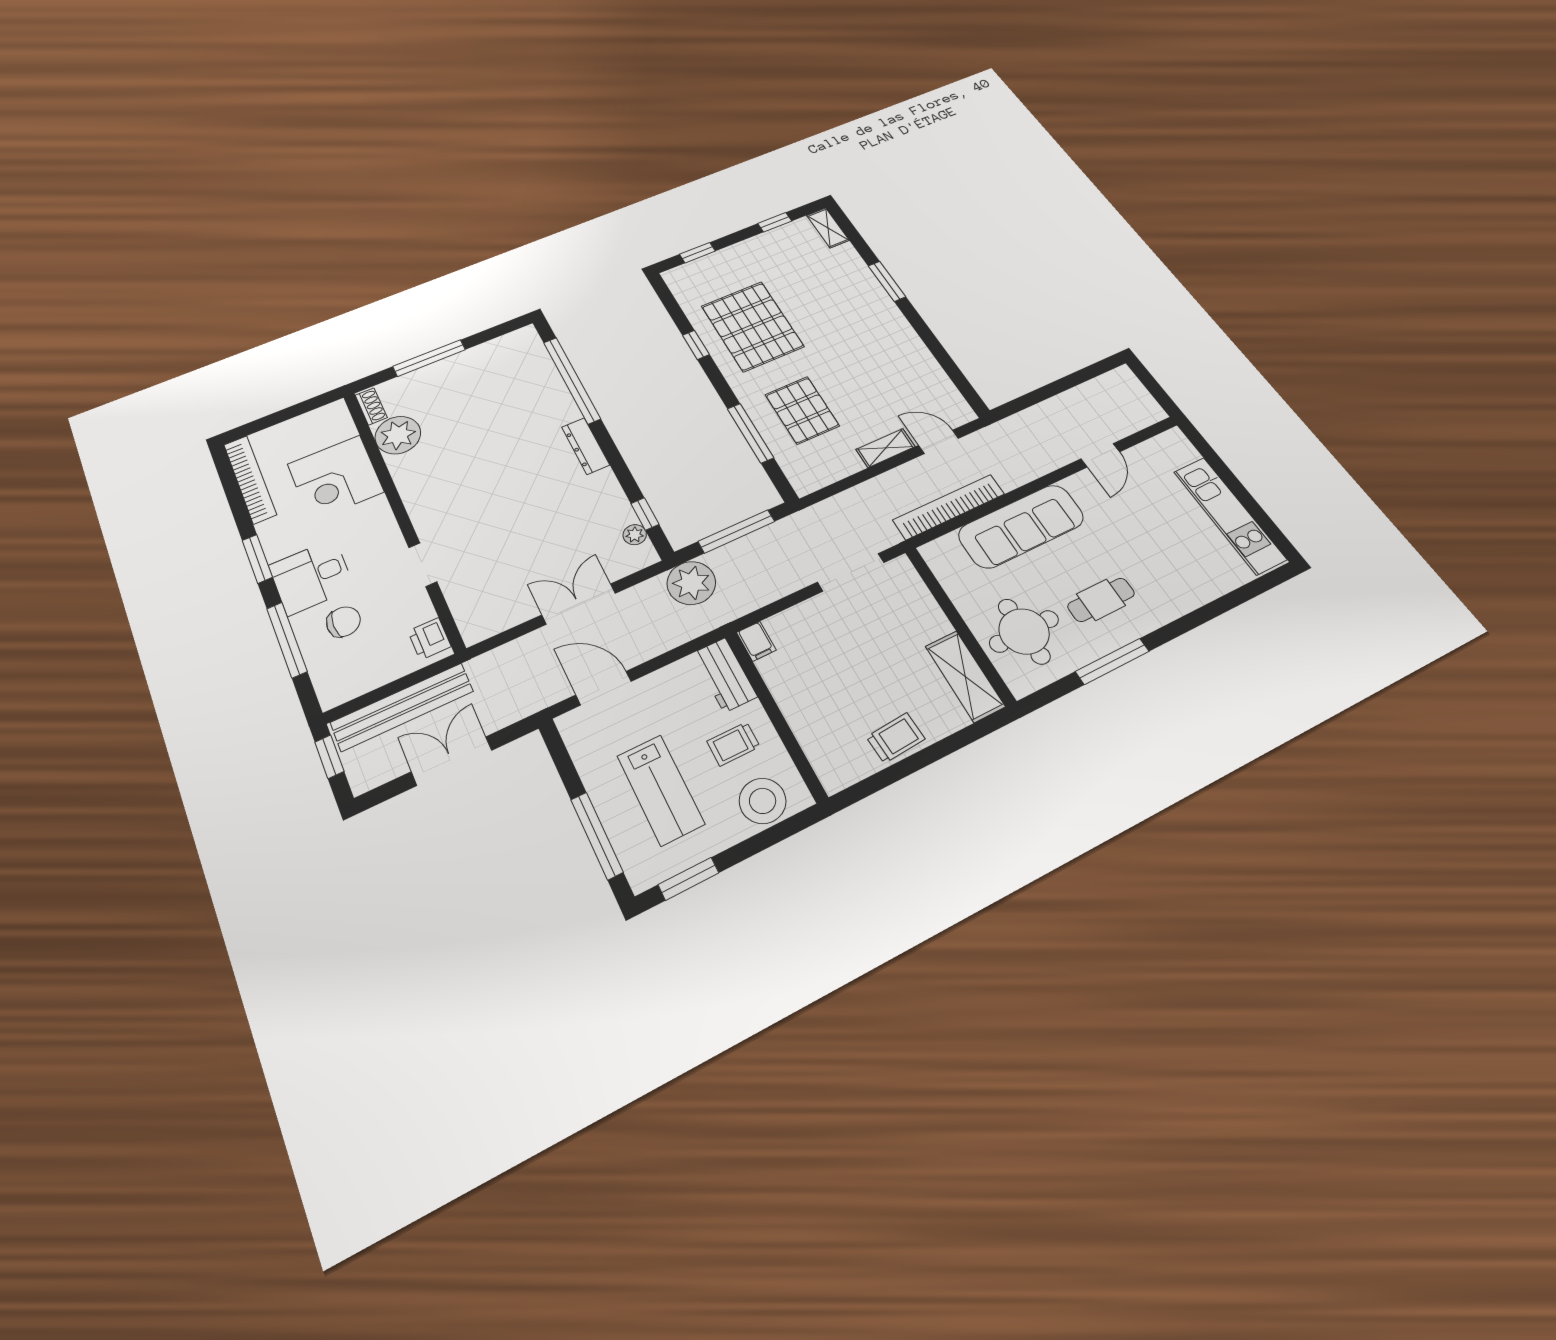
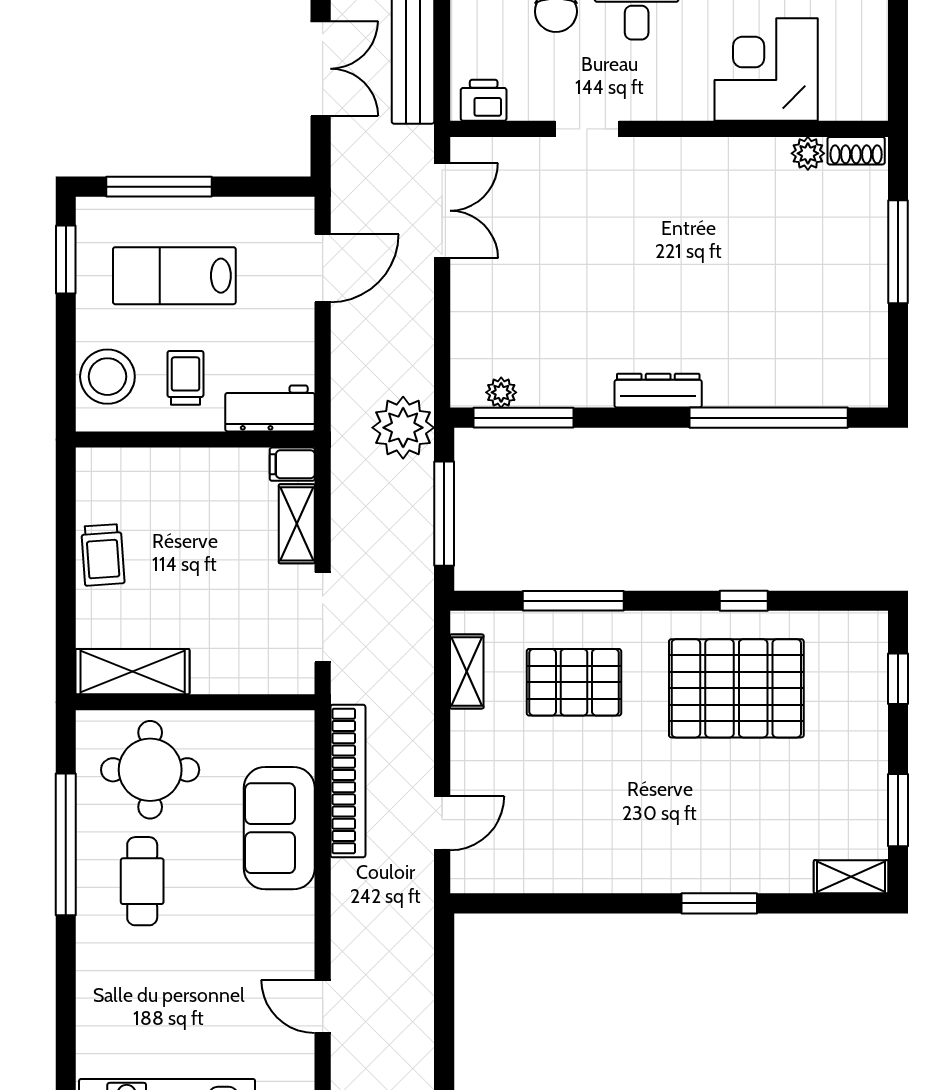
window: (775, 222) -> (898, 810), width x1.50
plant: (398, 435) -> (808, 153), width x0.53, depth x0.53
shelving: (885, 448) -> (467, 671), moved
window: (645, 514) -> (524, 418), width x2.17
sofa: (1021, 526) -> (279, 828), width x0.73
double door: (579, 604) -> (442, 211), moved
shelving: (796, 619) -> (297, 524), added
window: (1112, 661) -> (66, 844), width x1.46

